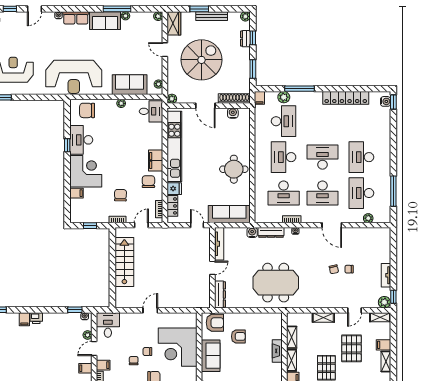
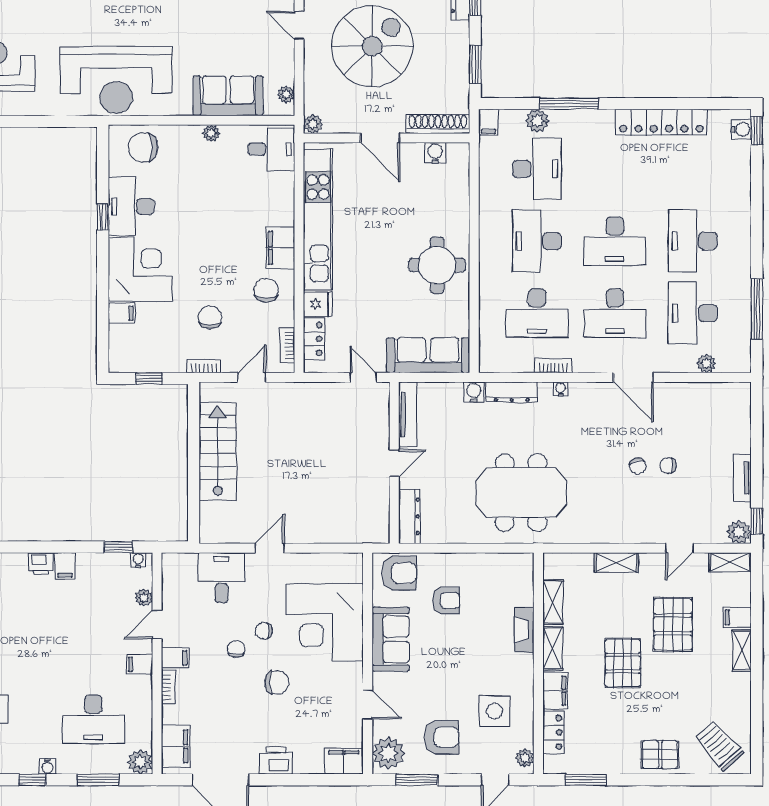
desk: (322, 157) -> (615, 241), turned 180
filing cabinet: (24, 319) -> (65, 566), moved
desk: (108, 325) -> (221, 578), moved

